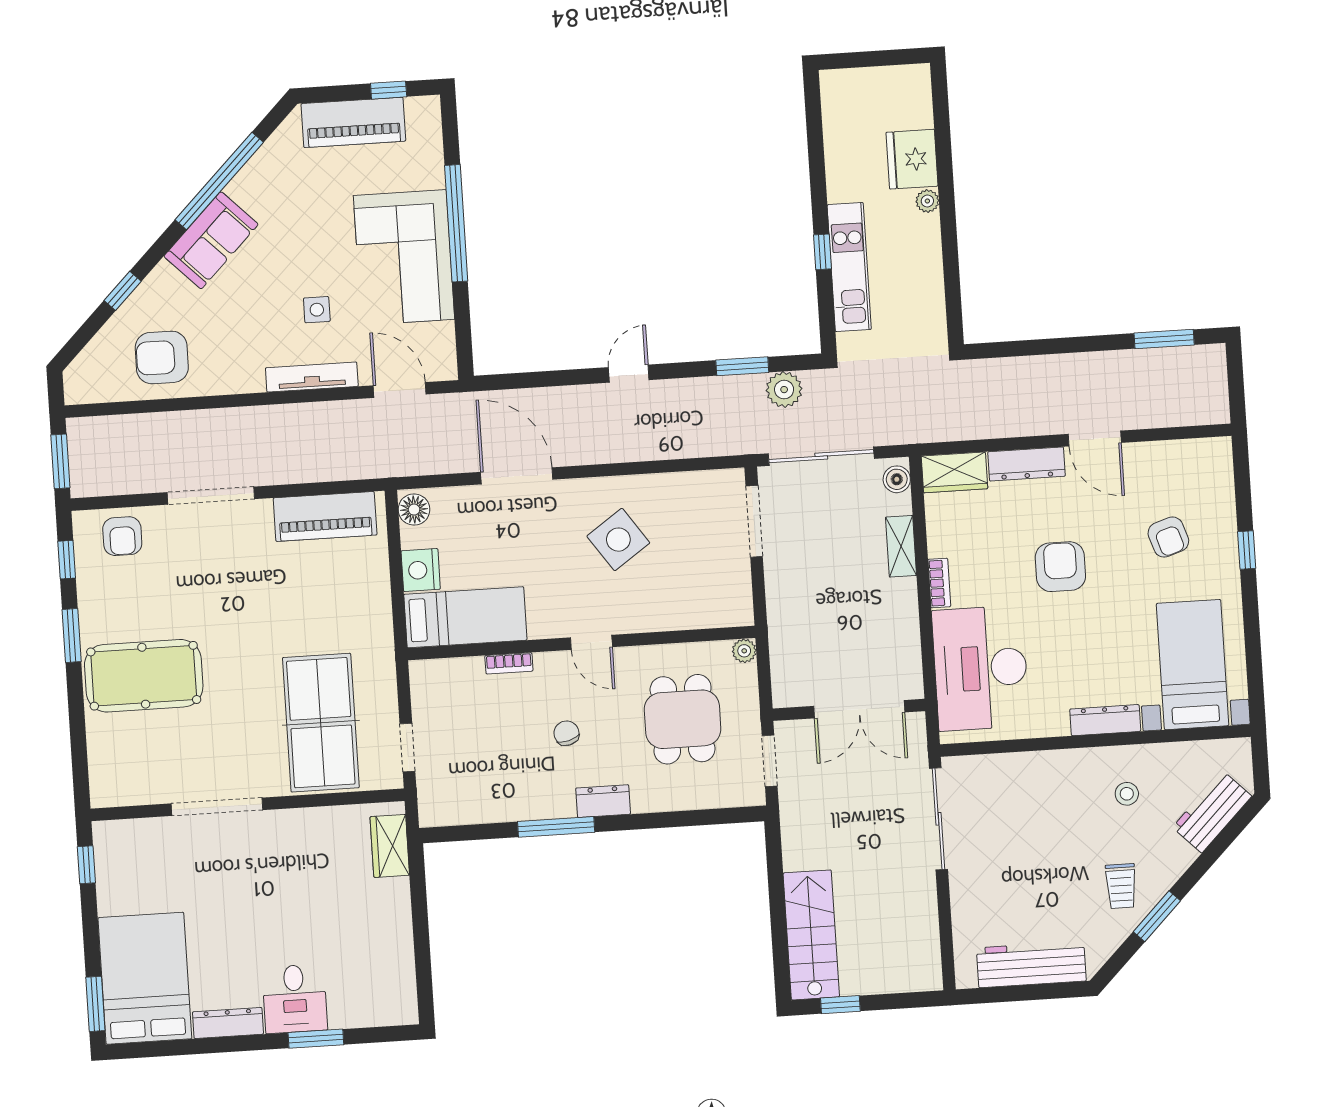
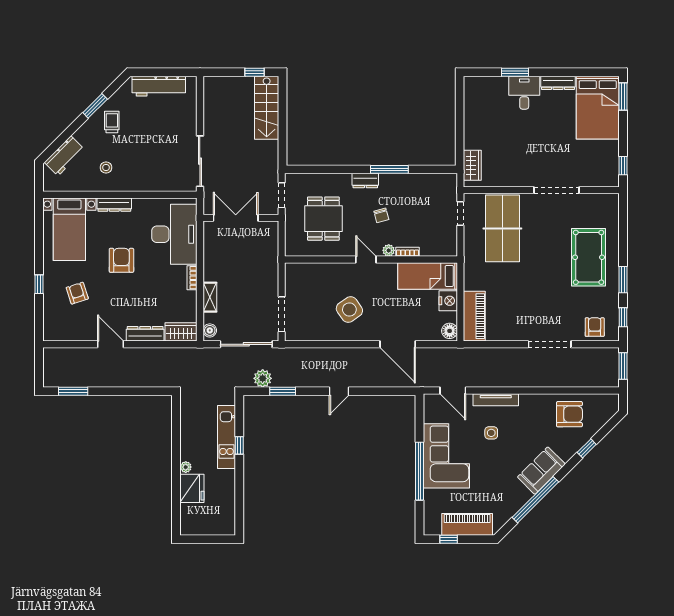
piano: (325, 516) -> (474, 316), moved, turned 90
armchair: (1060, 567) -> (121, 260), moved, turned 180
plant: (744, 651) -> (389, 250), moved
pool table: (144, 676) -> (589, 257), turned 90

